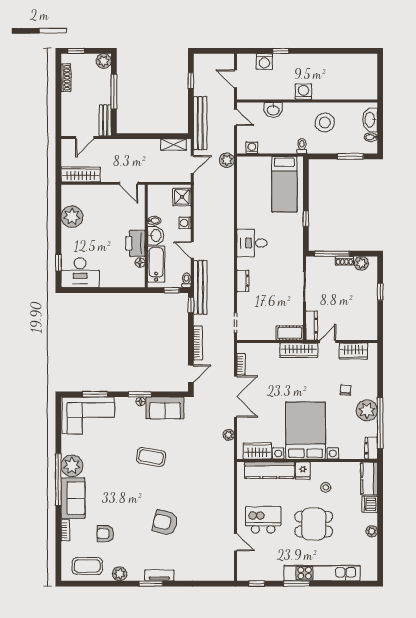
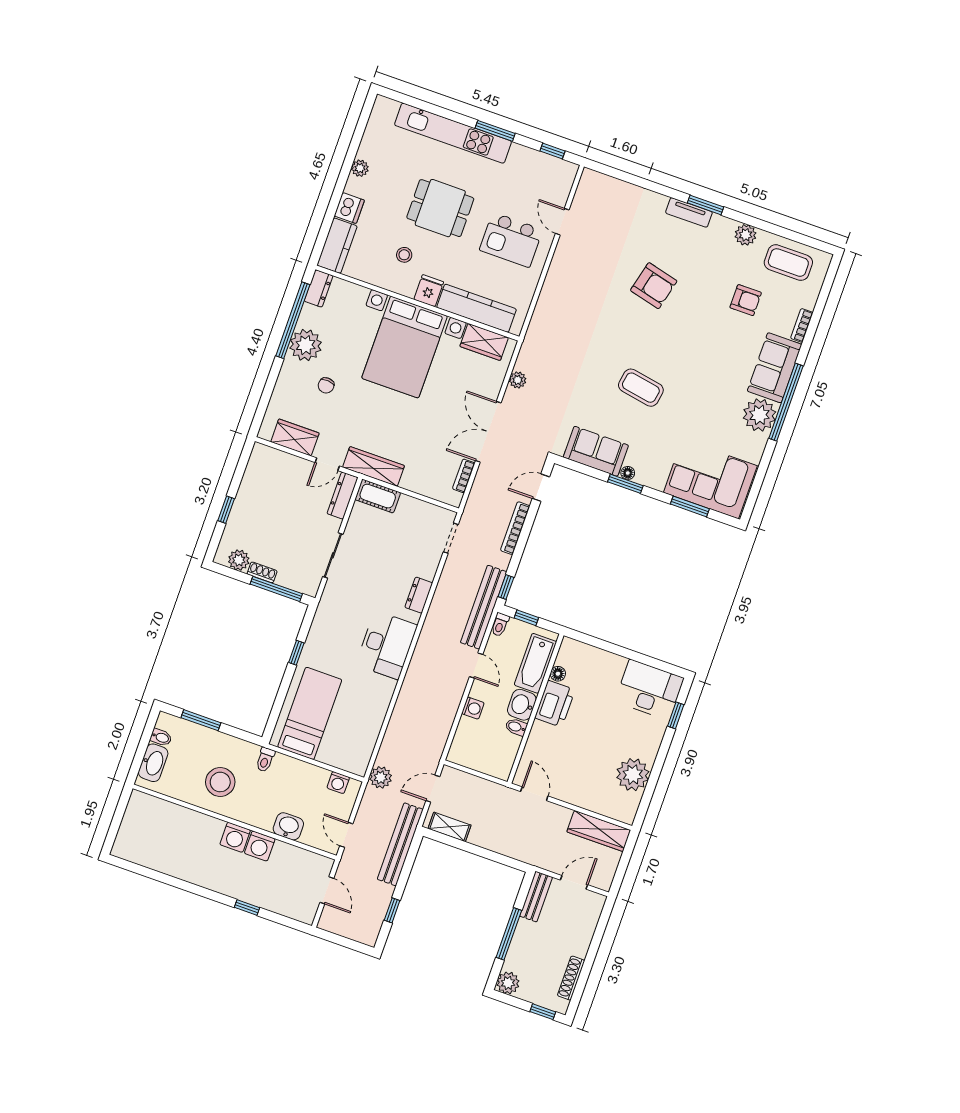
washing machine: (264, 62) -> (260, 846), moved, turned 180
shower: (182, 197) -> (464, 747), removed
desk: (252, 243) -> (387, 645), width x1.37

